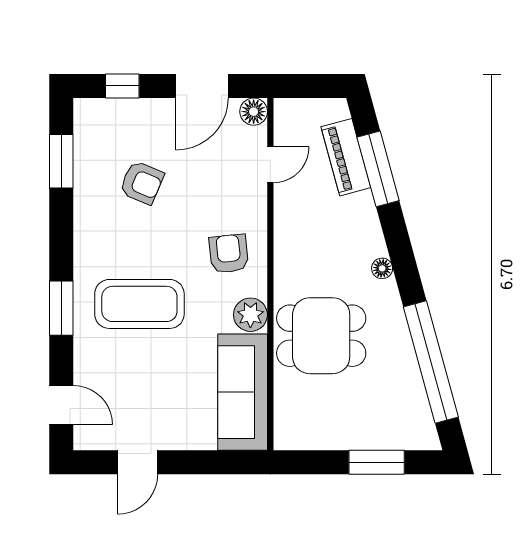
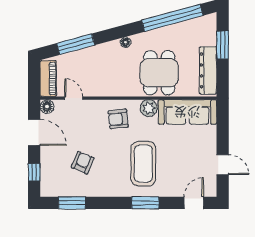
piano: (346, 157) -> (48, 78), moved, turned -75
dresser: (326, 433) -> (208, 70), added

